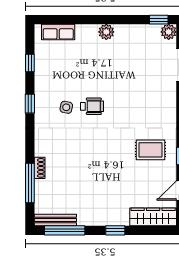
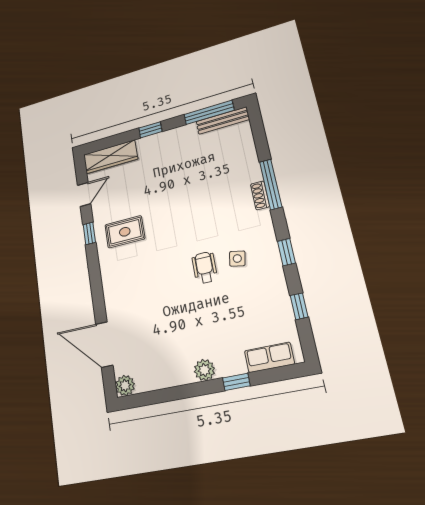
window: (159, 20) -> (236, 382), moved
wheelchair: (92, 106) -> (205, 268), turned 90
shoe rack: (40, 168) -> (260, 195), moved
window: (30, 183) -> (271, 184), moved

